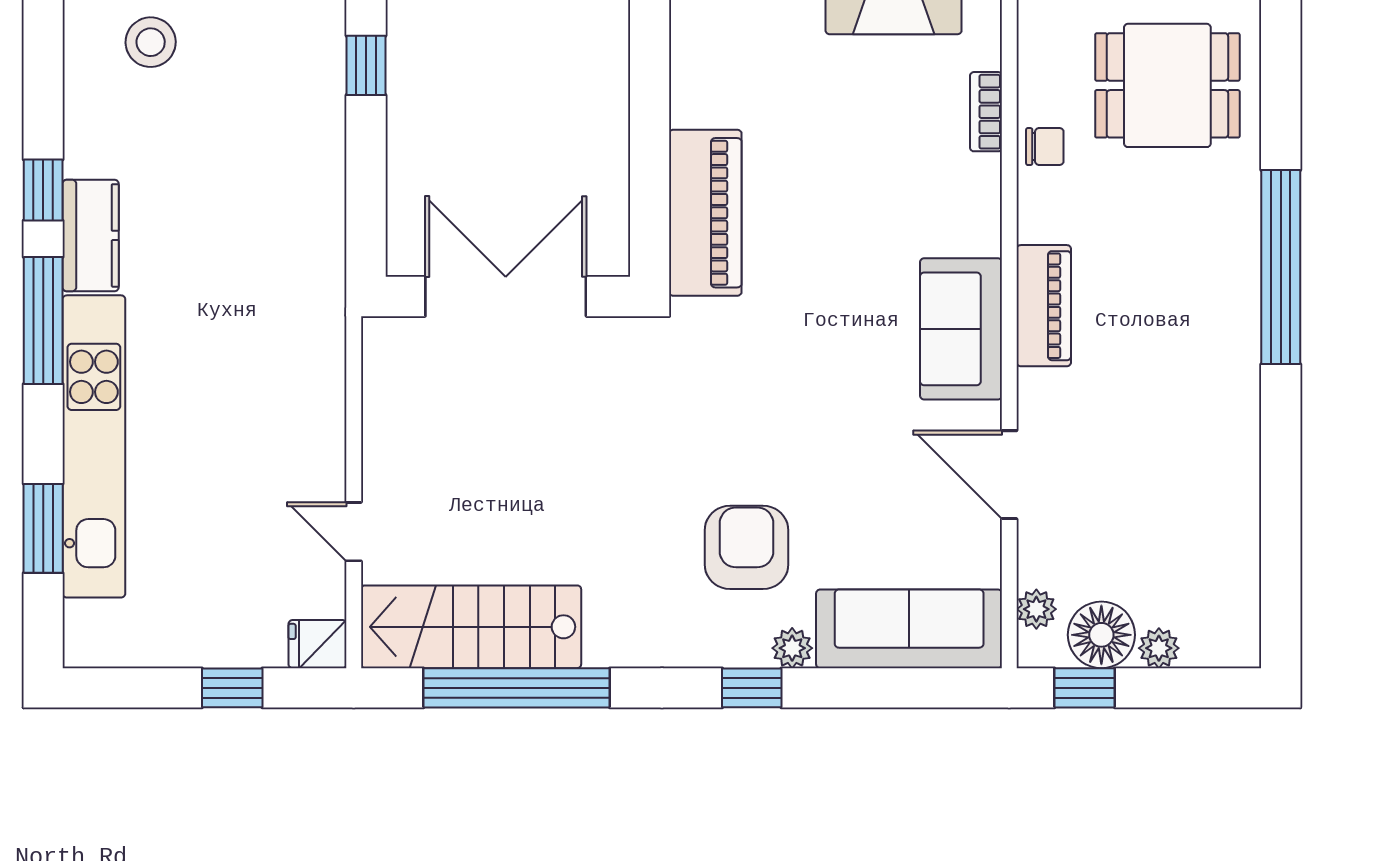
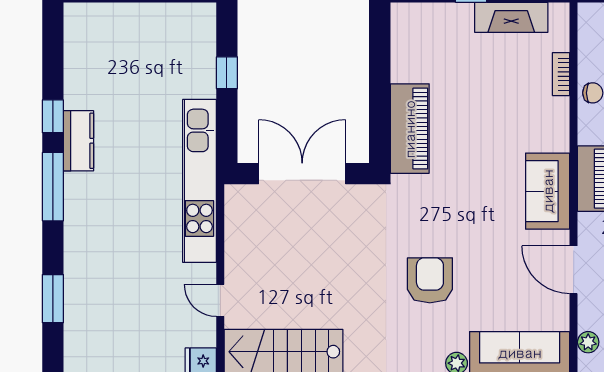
stool: (151, 42) -> (111, 37), removed
window: (366, 65) -> (227, 73), moved
kitchen unit: (94, 446) -> (199, 181), moved, turned 180
armchair: (746, 547) -> (430, 280), moved

